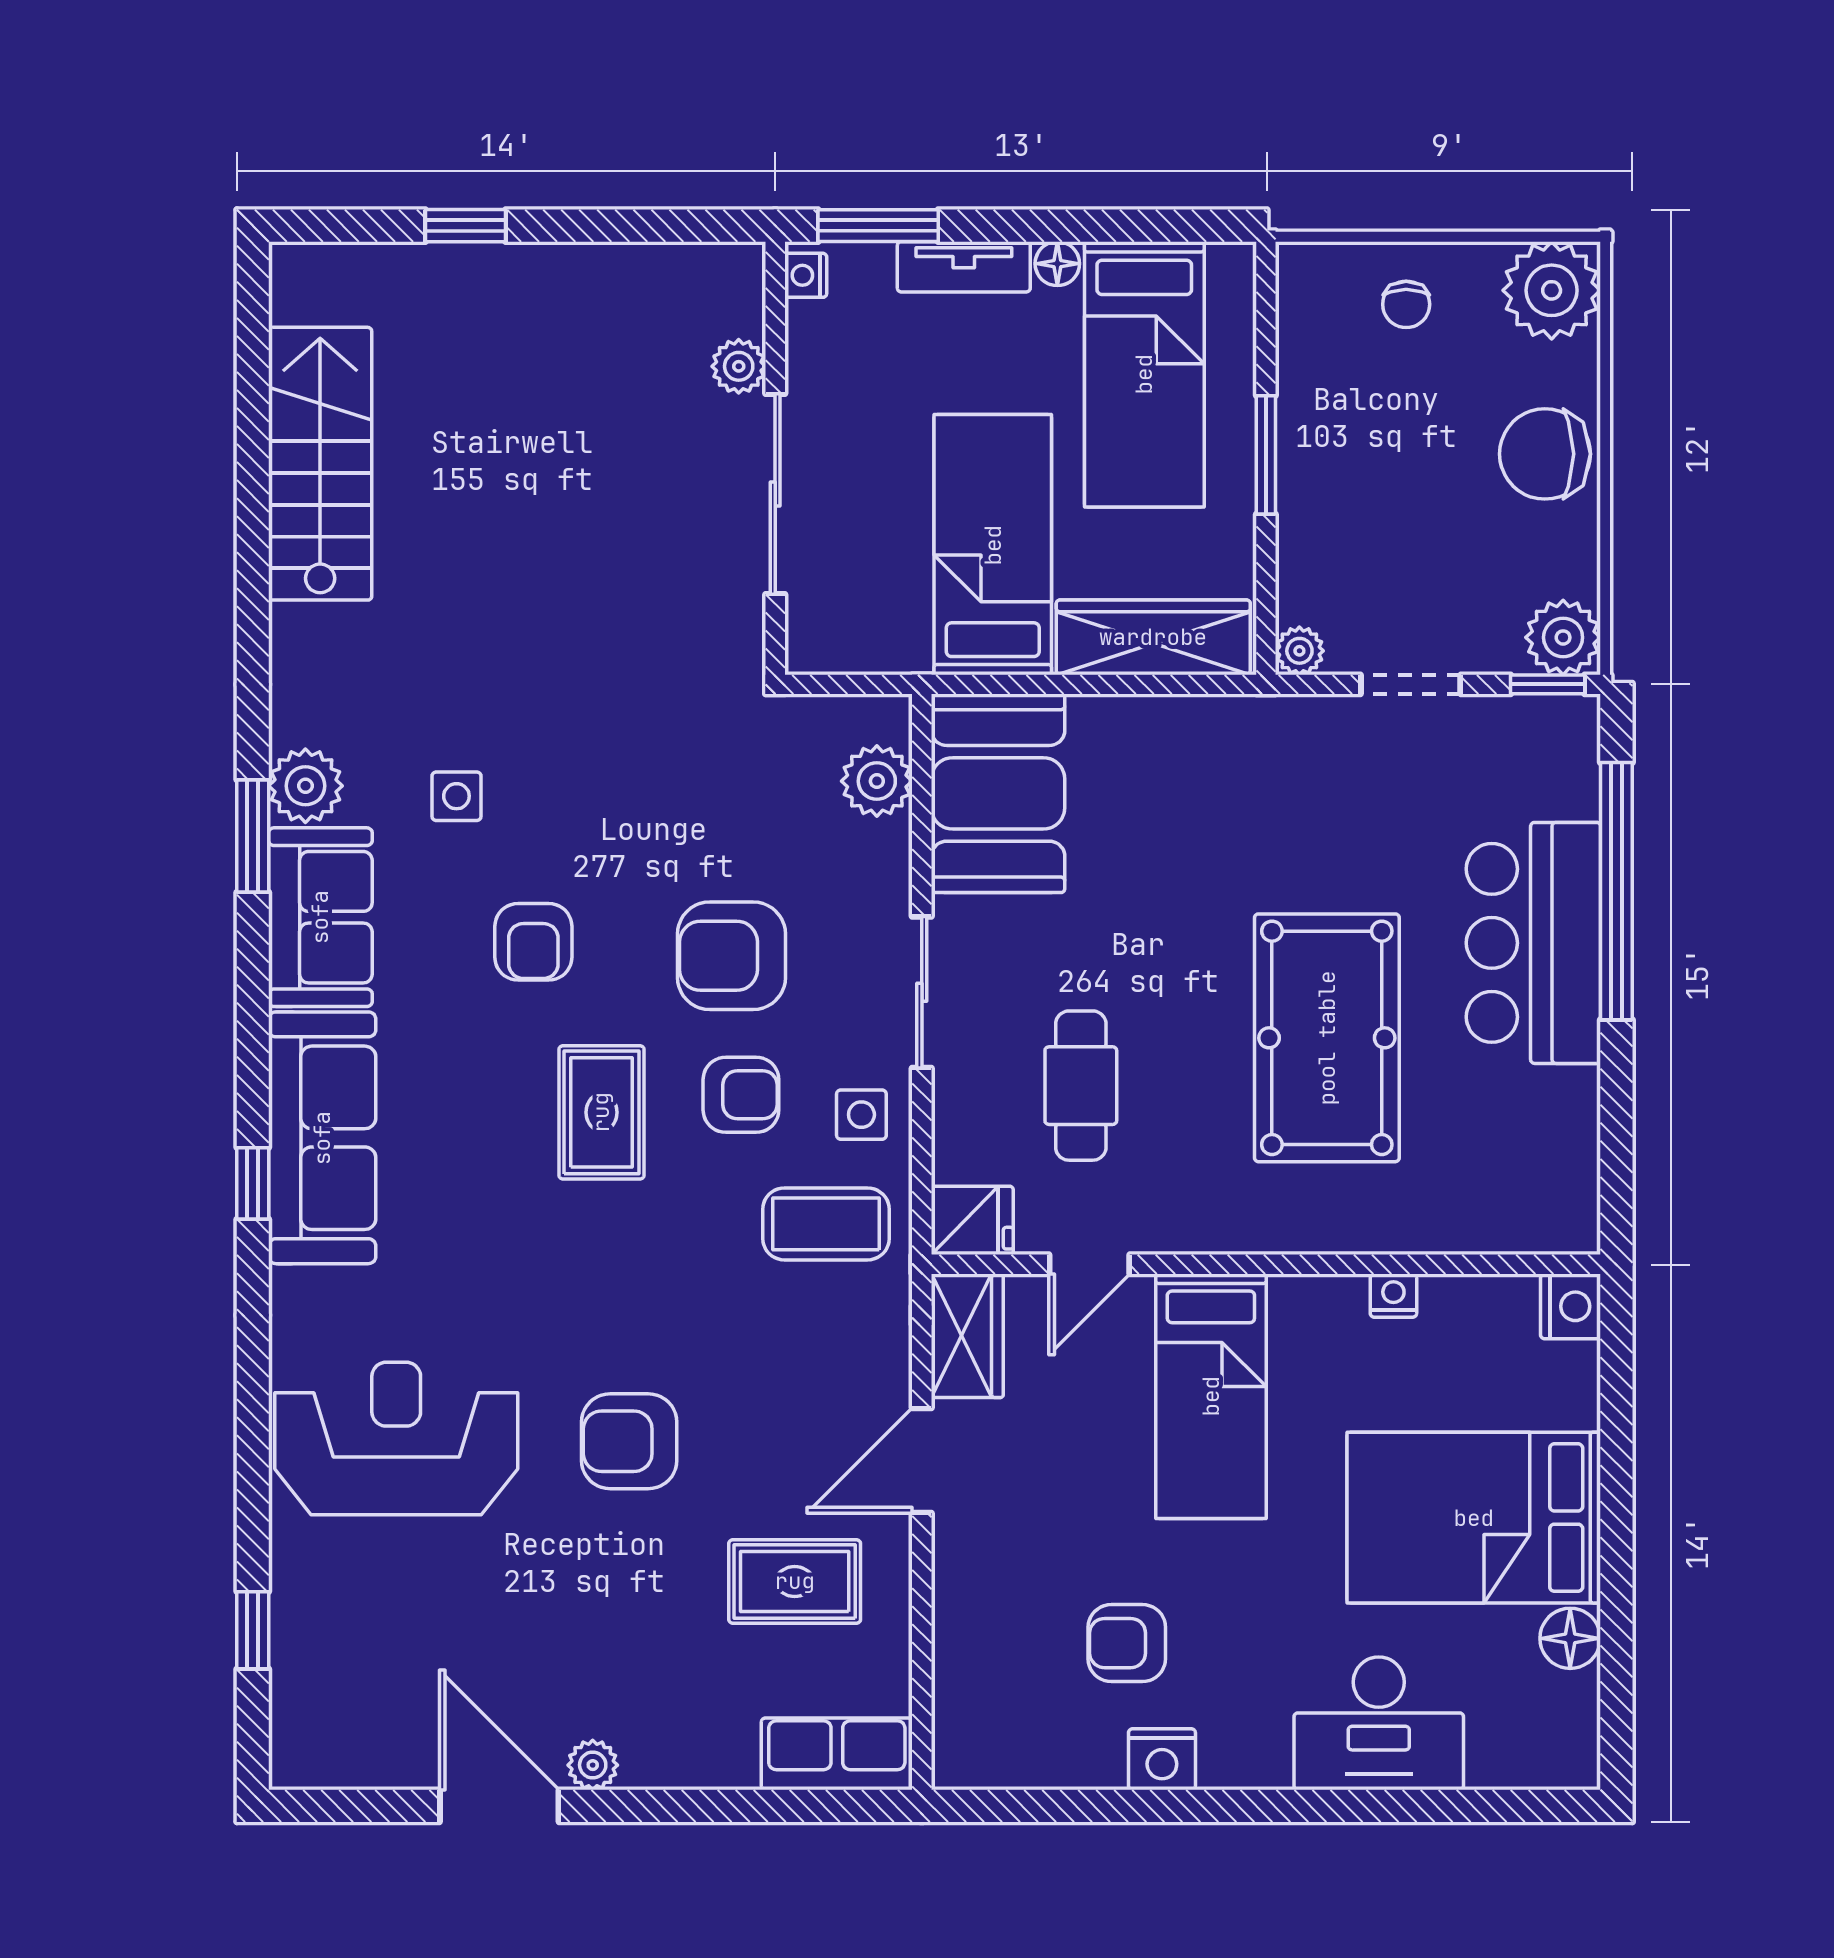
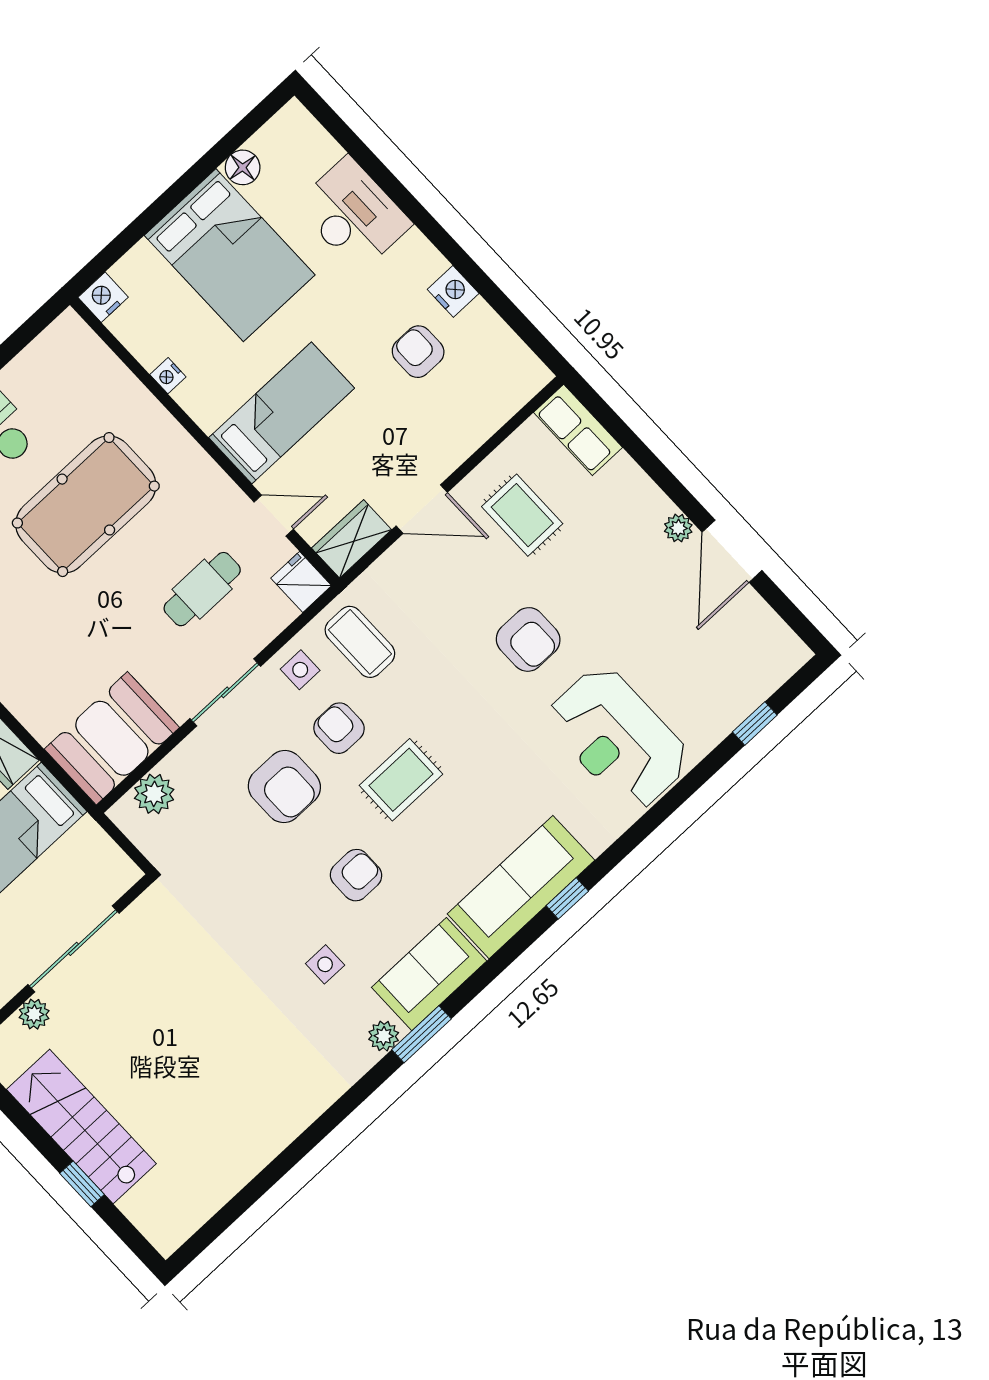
stairs: (320, 464) -> (81, 1126), moved, turned 90
plant: (305, 786) -> (384, 1036), width x0.73, depth x0.73
armchair: (1127, 1643) -> (418, 352), turned 180

